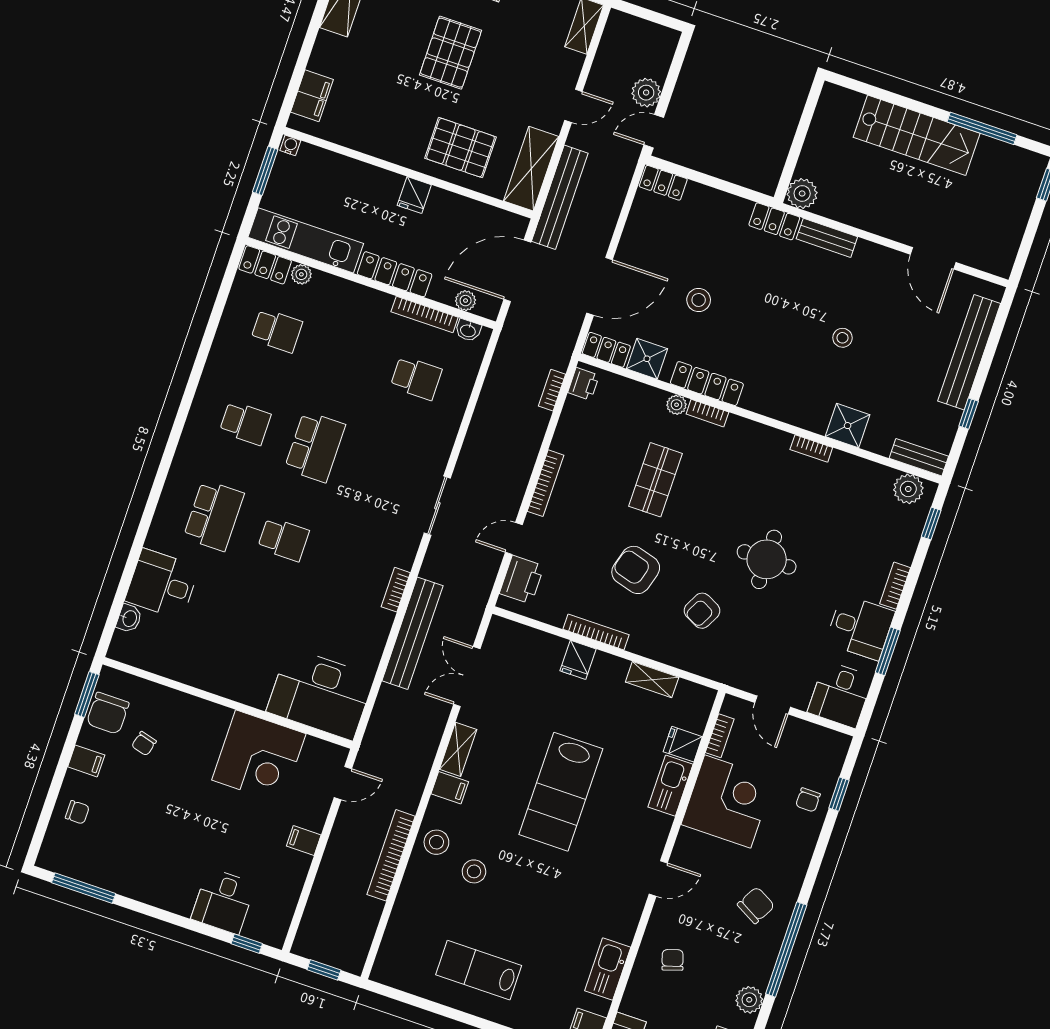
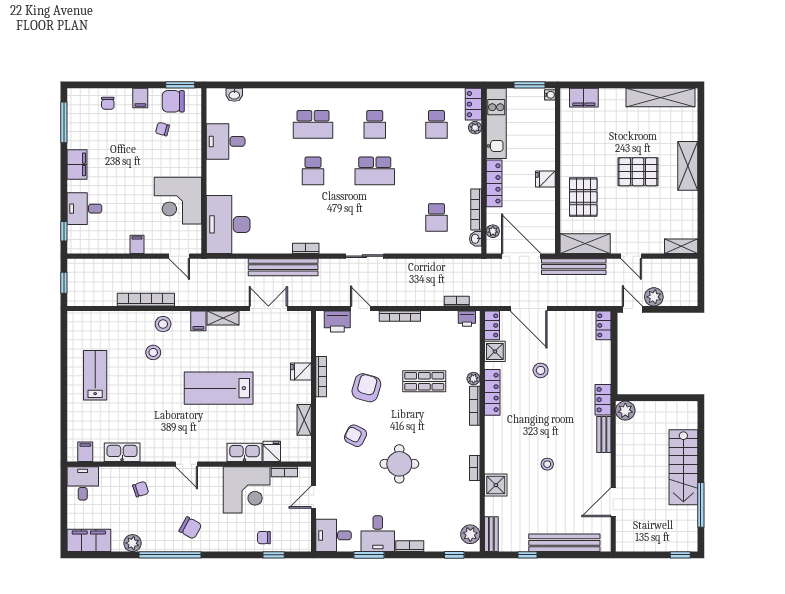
bookcase: (707, 413) -> (475, 406), width x1.56
desk: (162, 584) -> (226, 141), moved, turned -90
filing cabinet: (153, 890) -> (77, 164), added

